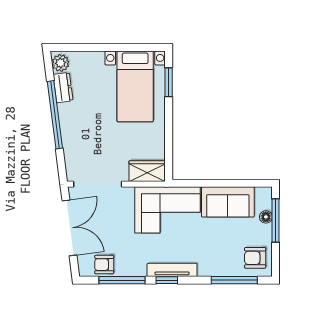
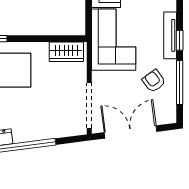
wardrobe: (147, 171) -> (66, 52), moved, turned -90
armchair: (104, 265) -> (154, 81), moved, turned 144

